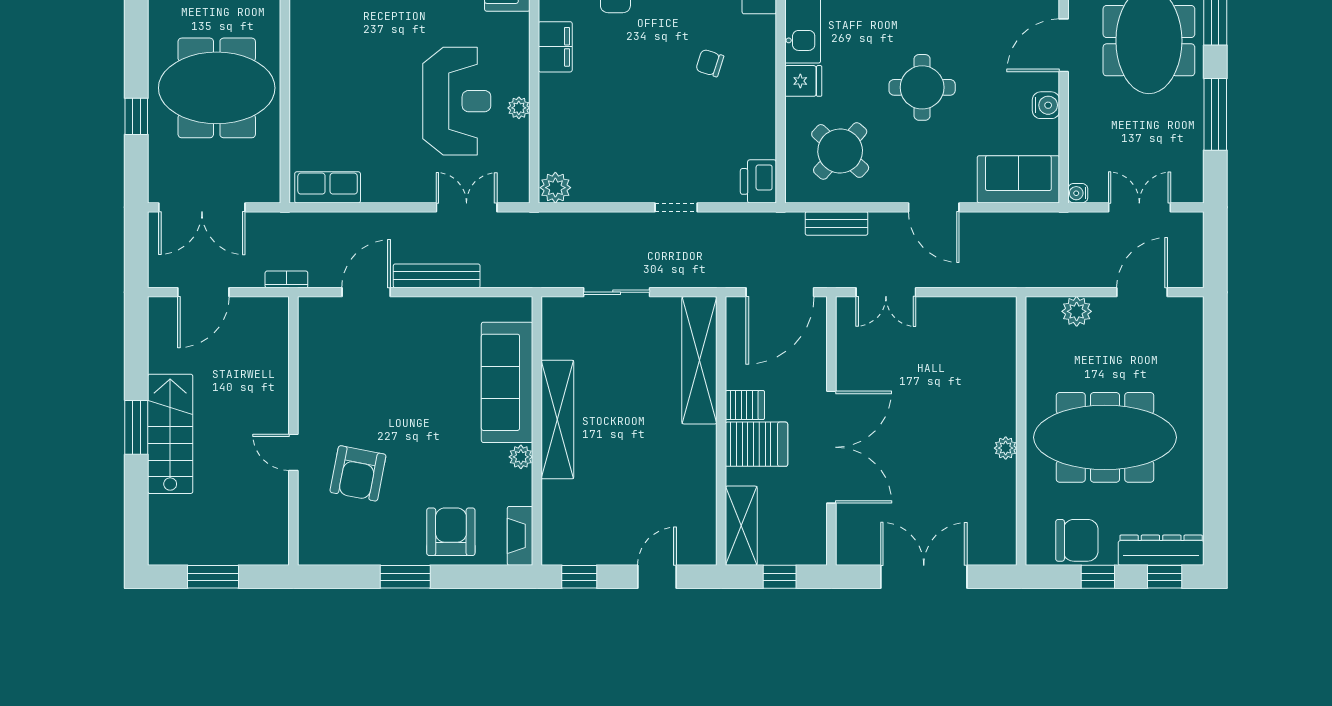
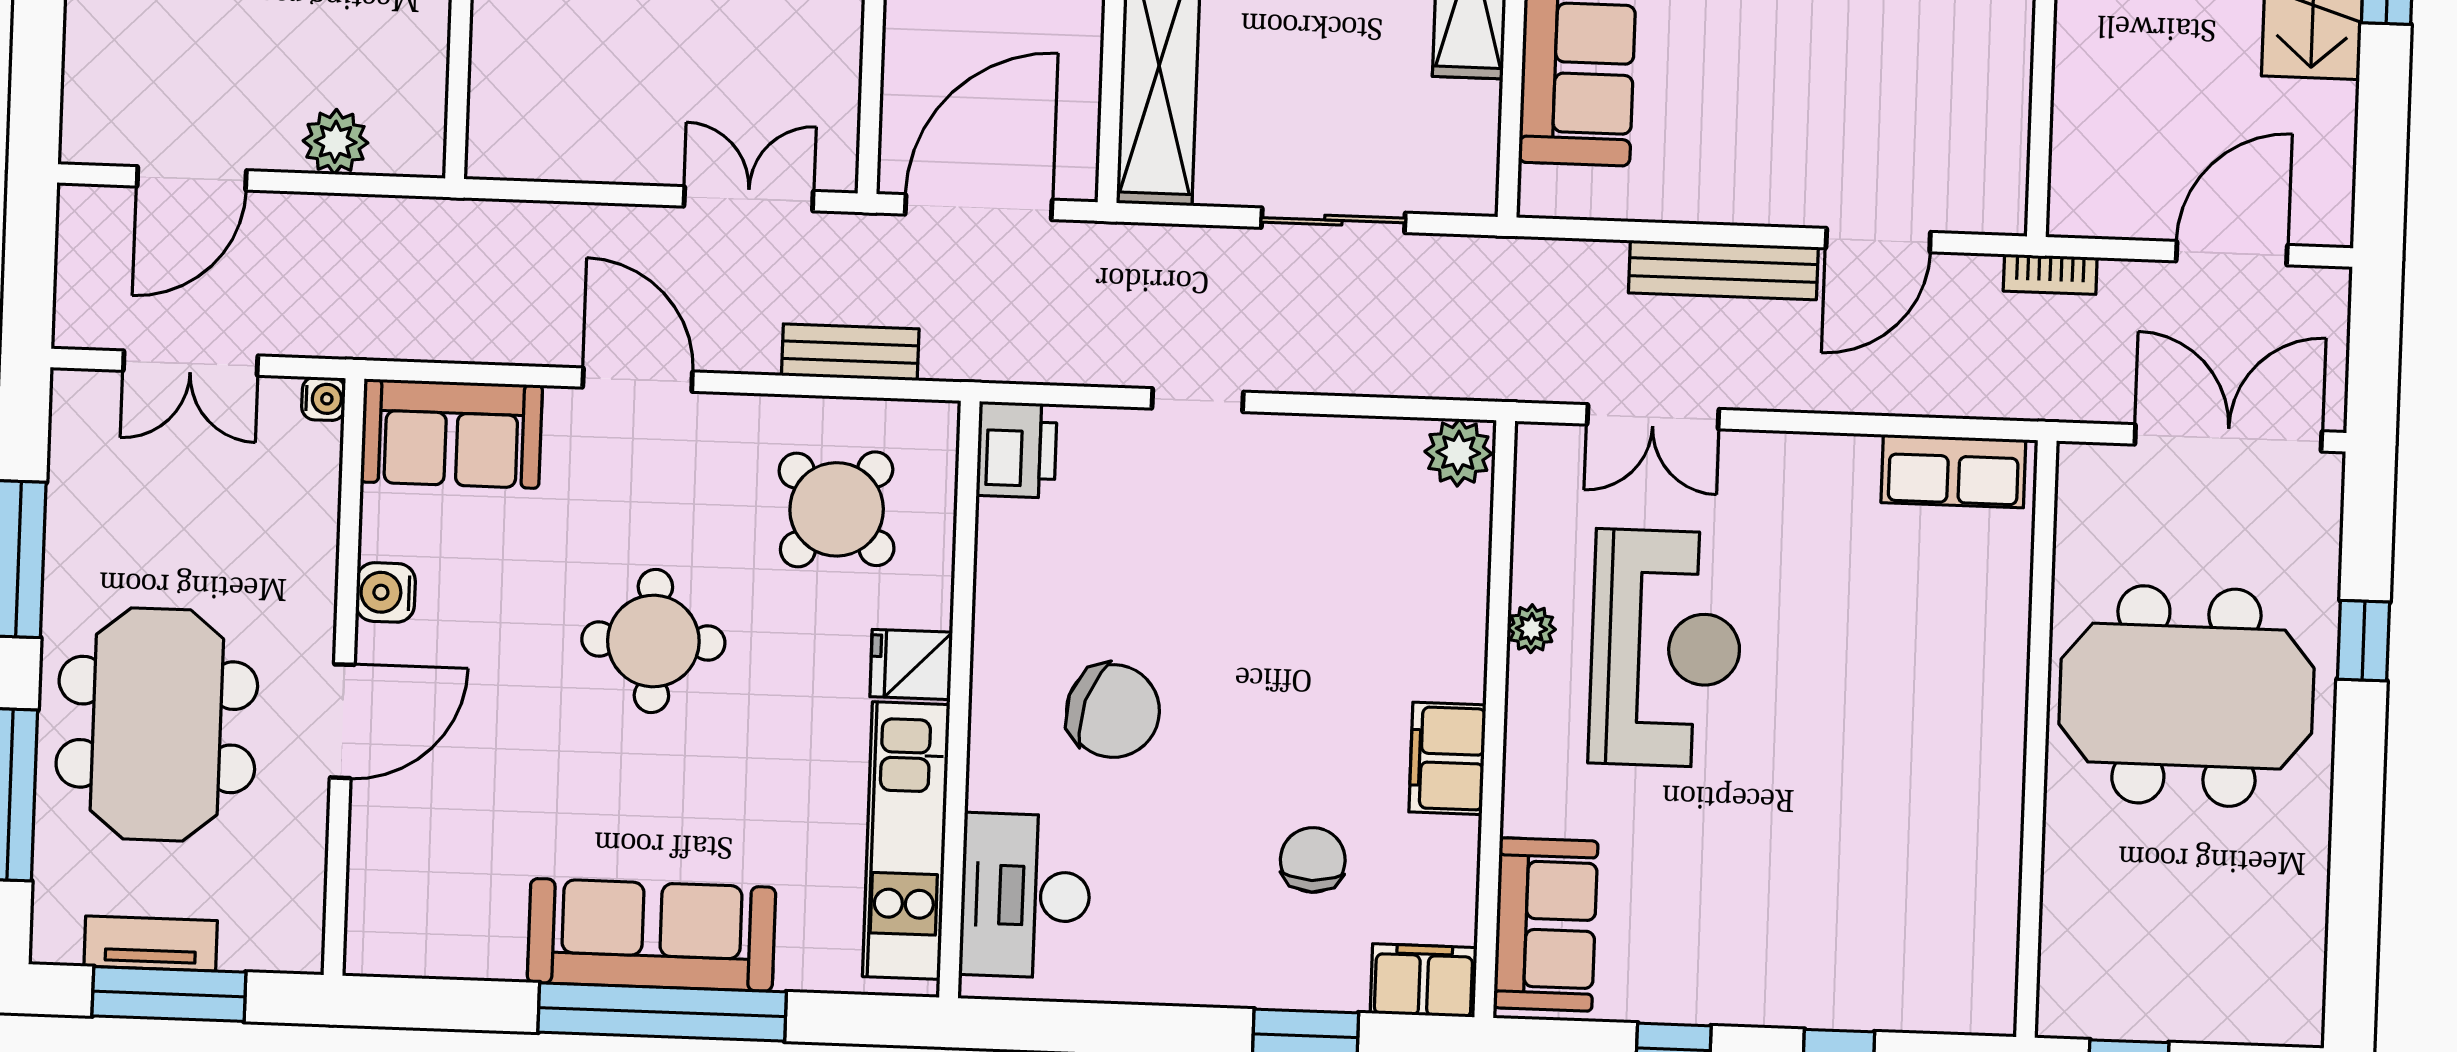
chair: (710, 63) -> (1113, 711), width x1.87, depth x1.87
reception desk: (457, 101) -> (1666, 648), turned 180

